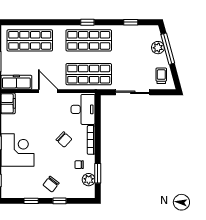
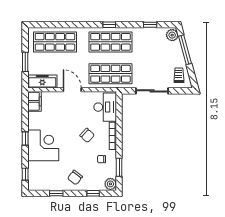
plant: (158, 48) -> (172, 35), moved
plant: (89, 180) -> (110, 184), moved
window: (60, 201) -> (93, 193), moved

